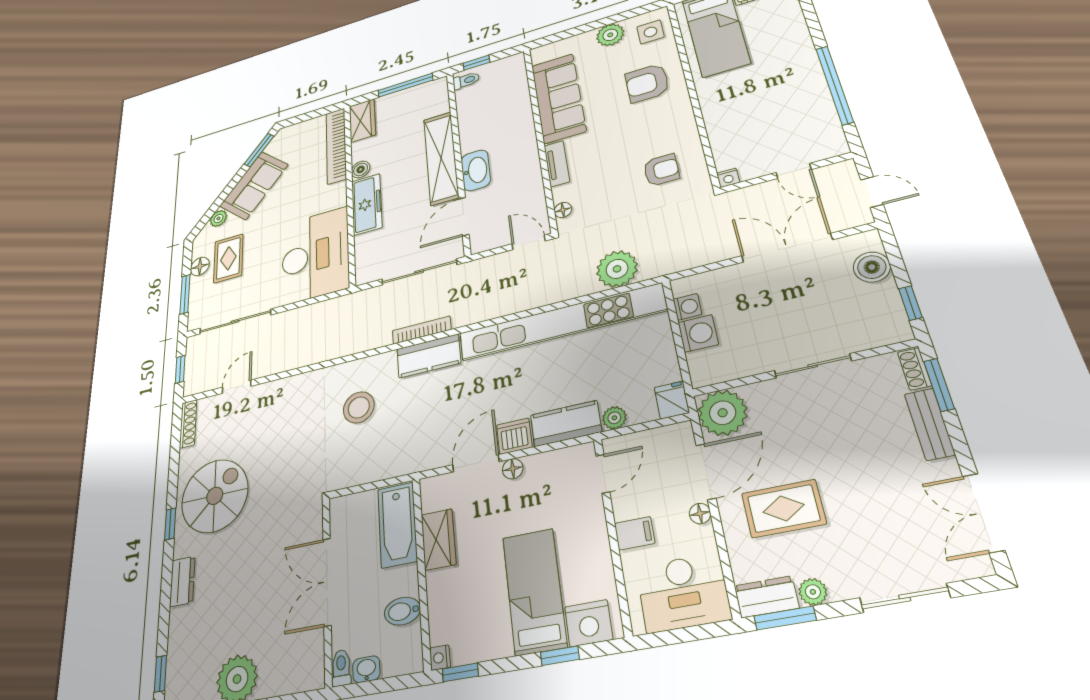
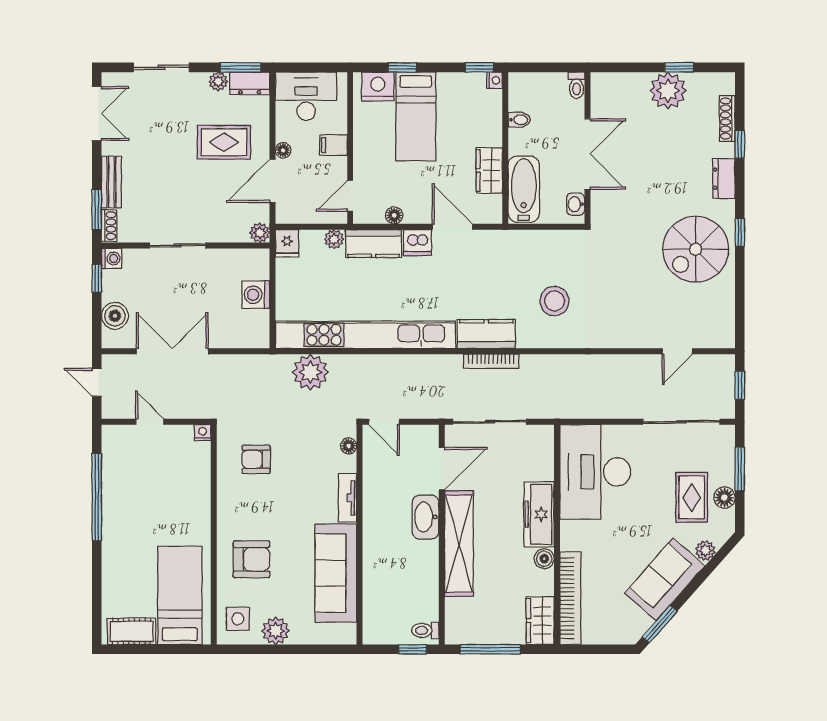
double door: (787, 248) -> (172, 351), swing flipped
washing machine: (687, 307) -> (112, 258), moved, turned 180
plant: (723, 413) -> (260, 233), width x0.53, depth x0.53
shoe rack: (188, 424) -> (727, 118), moved
door: (476, 463) -> (452, 227), swing flipped
floor lamp: (513, 469) -> (394, 215), moved
bidet: (402, 611) -> (519, 120), width x0.72, depth x0.74
washbasin: (366, 669) -> (576, 204), moved, turned 90
window: (160, 674) -> (740, 144), moved

